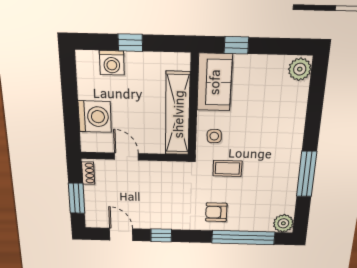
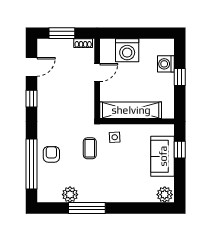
sofa: (214, 82) -> (163, 156), moved, turned 90
armchair: (216, 212) -> (51, 154), moved
plant: (283, 223) -> (70, 195), moved

